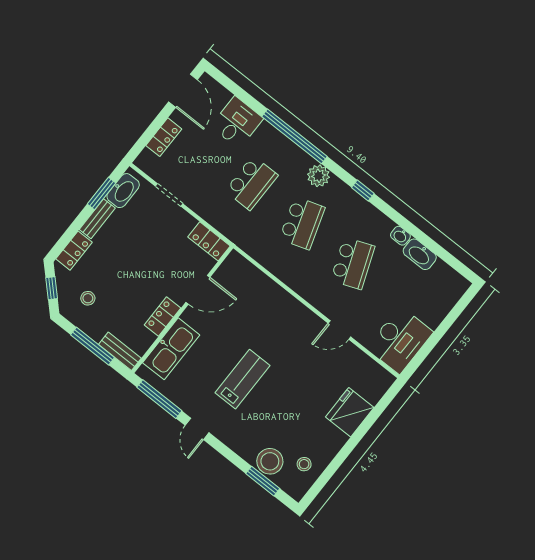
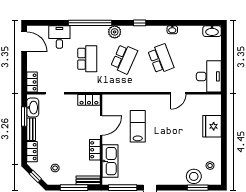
locker: (164, 137) -> (32, 82), moved
school desk: (302, 223) -> (124, 59), turned 42
washbasin: (420, 254) -> (212, 31), moved
lab bench: (243, 379) -> (138, 126), moved

